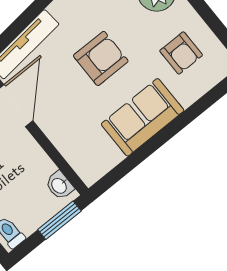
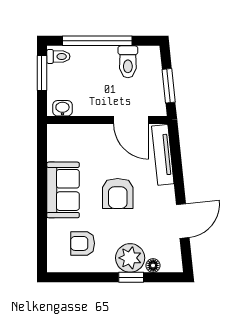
window: (59, 220) -> (42, 73), moved

